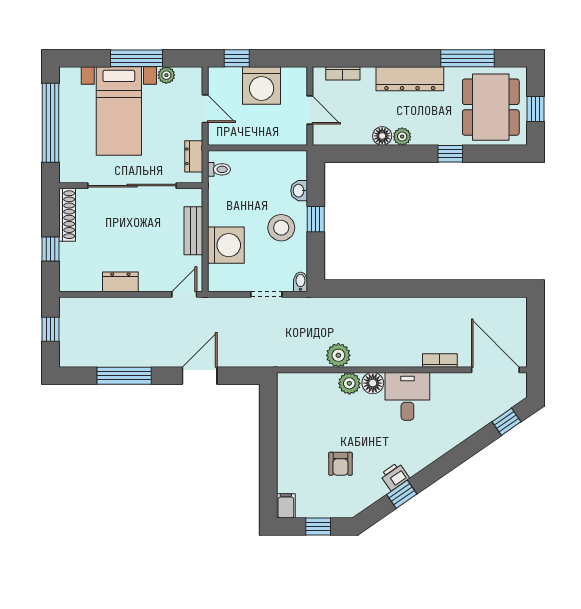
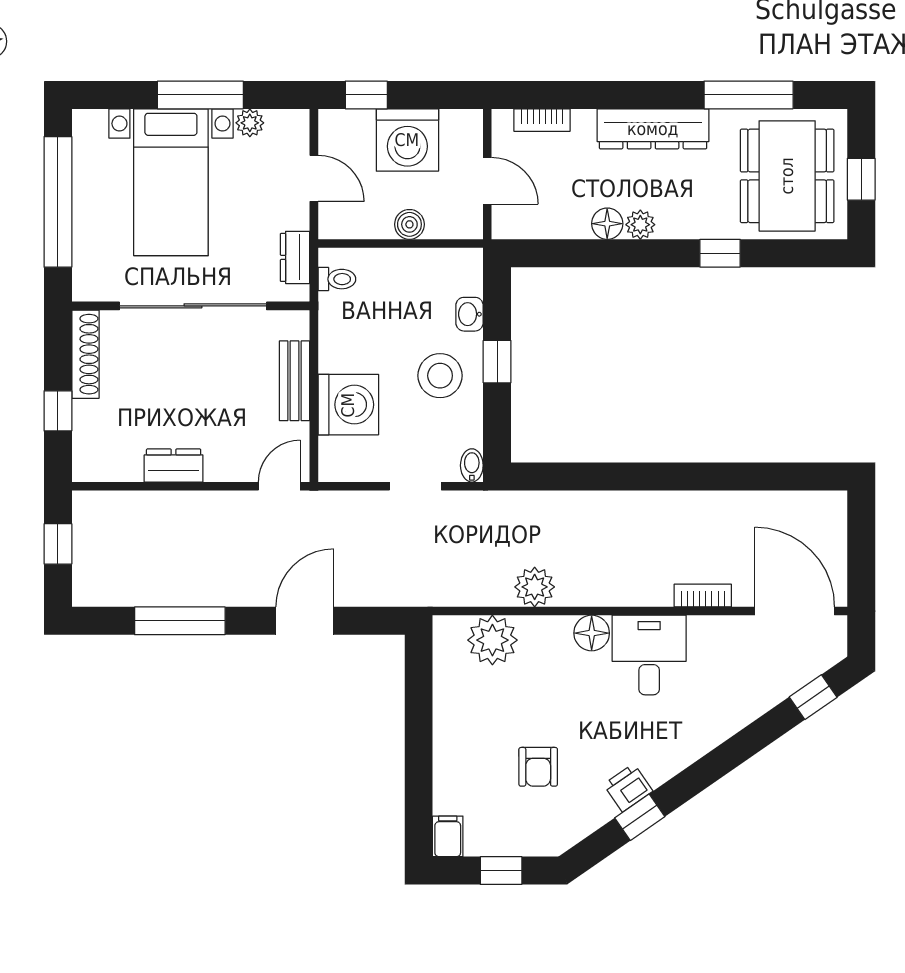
boiler: (263, 136) -> (409, 224), added
plant: (349, 383) -> (492, 640), moved, width x1.36, depth x1.36

